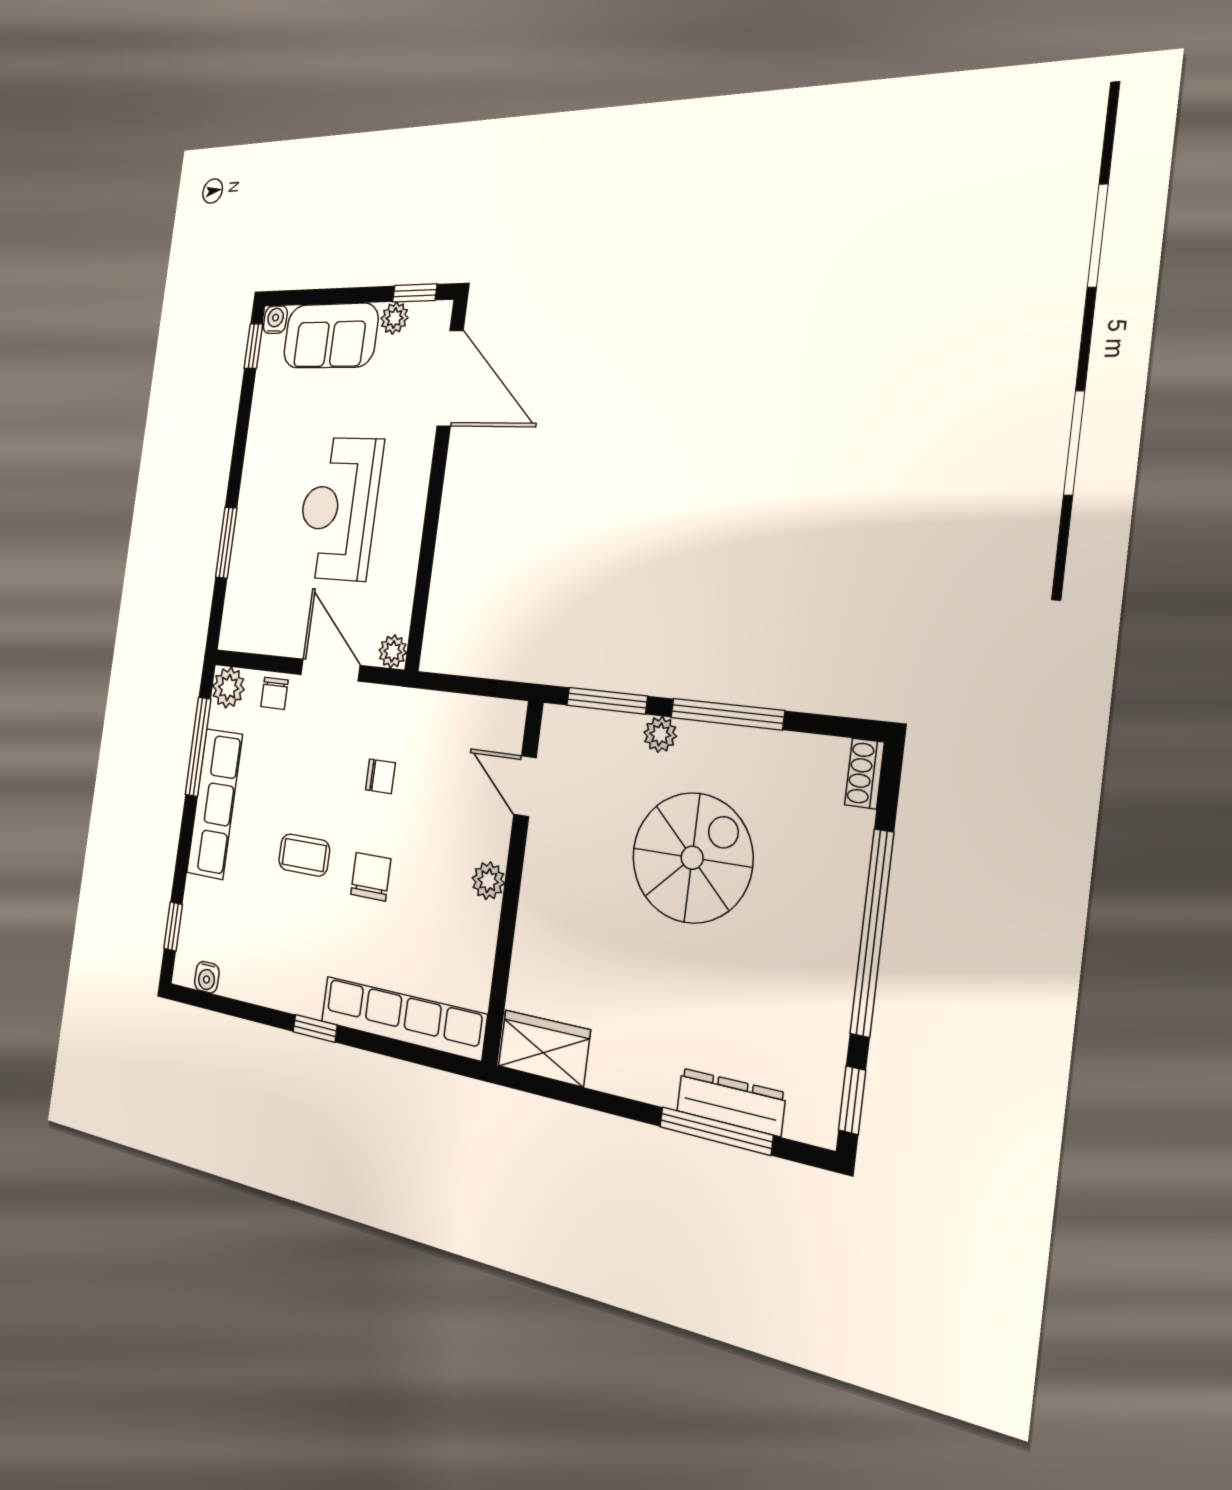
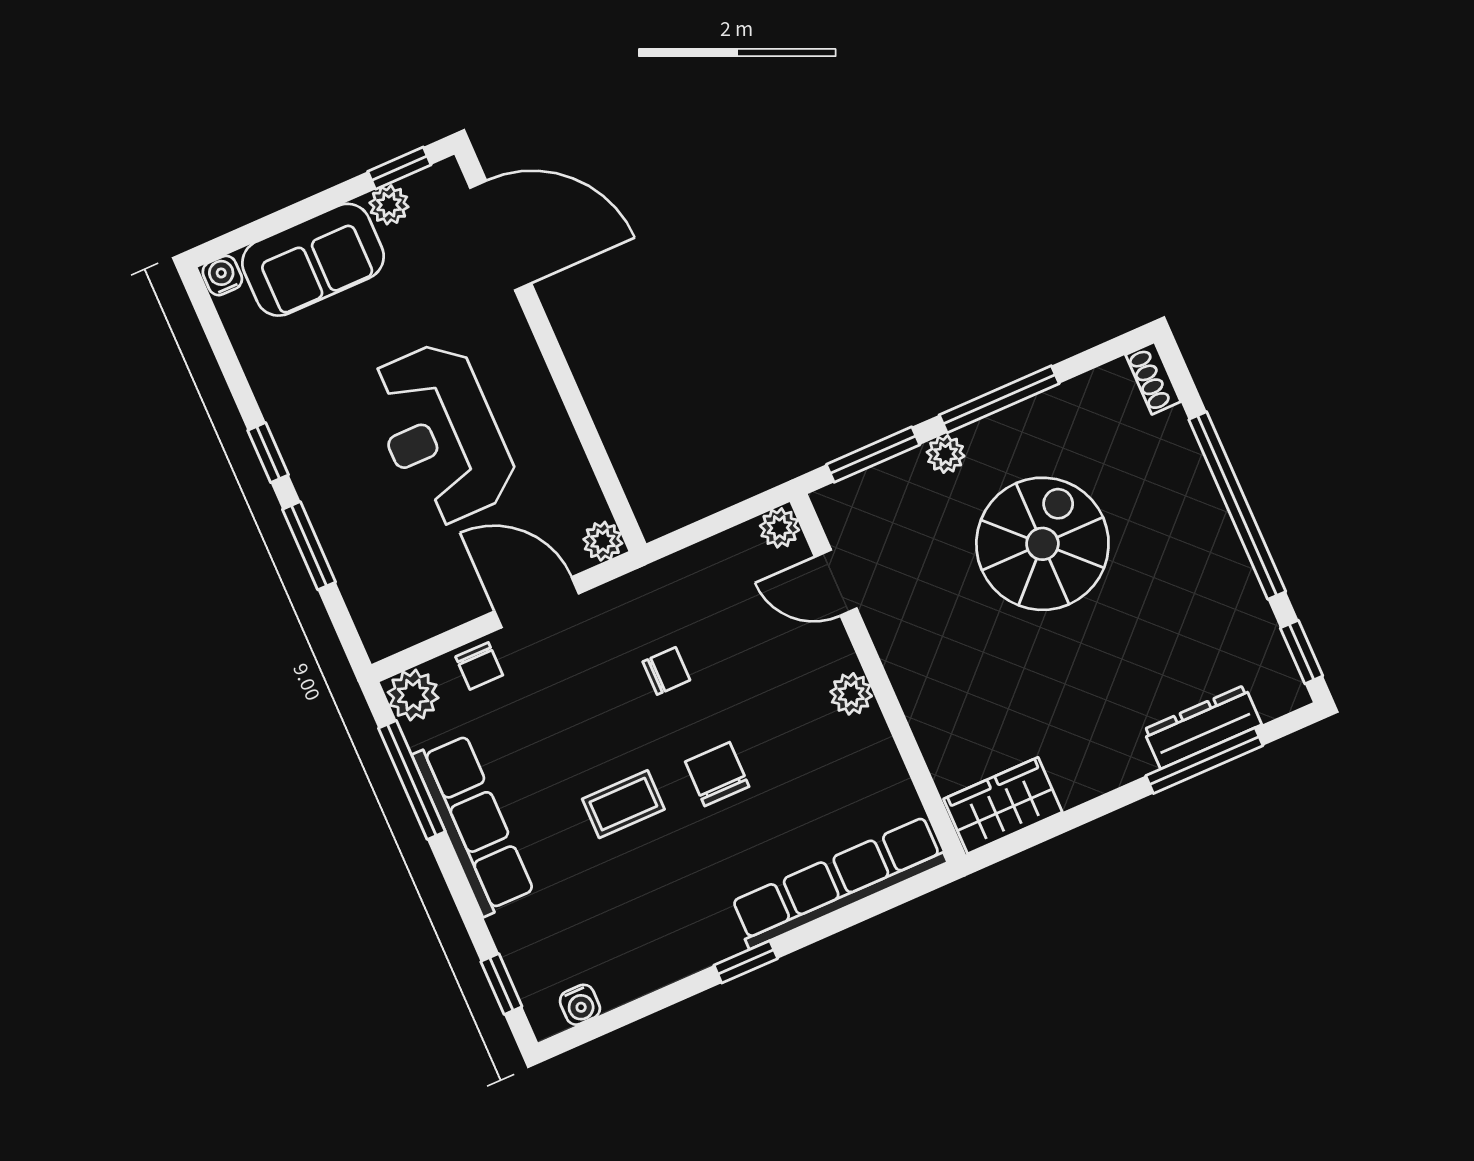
window: (253, 346) -> (268, 453), moved
plant: (510, 717) -> (779, 528), added

